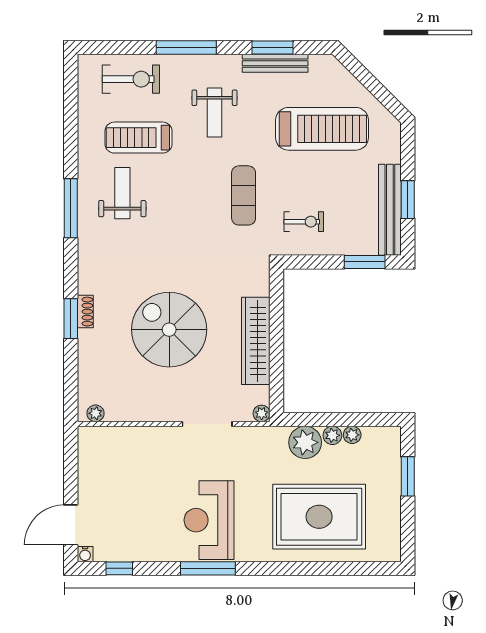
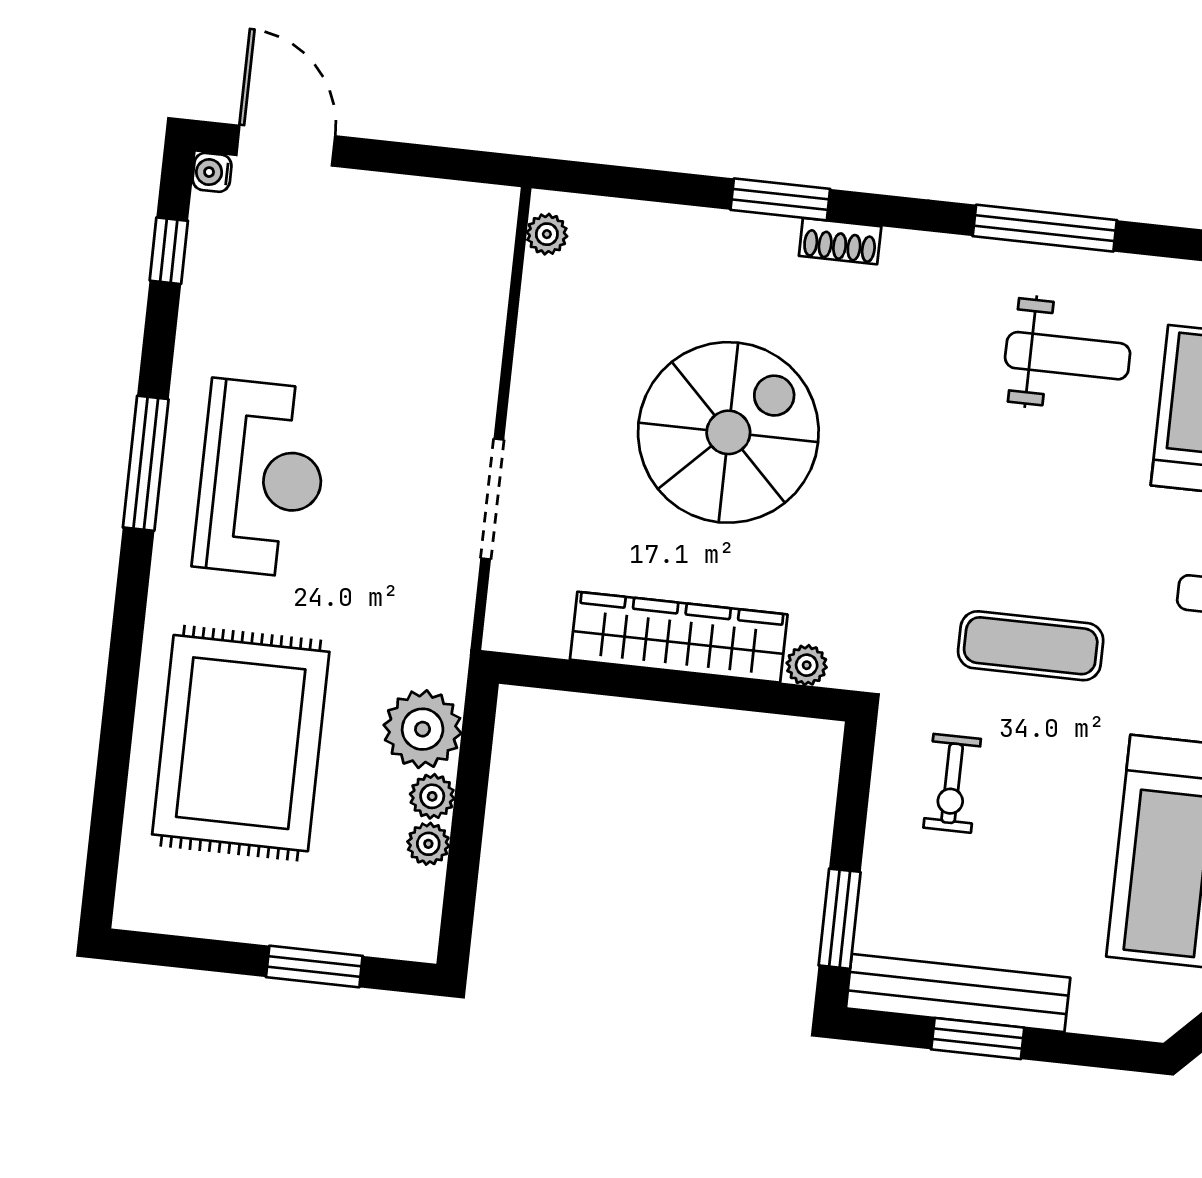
shoe rack: (85, 312) -> (840, 241), moved
plant: (262, 413) -> (807, 665), moved
reception desk: (209, 520) -> (261, 478), turned 90

